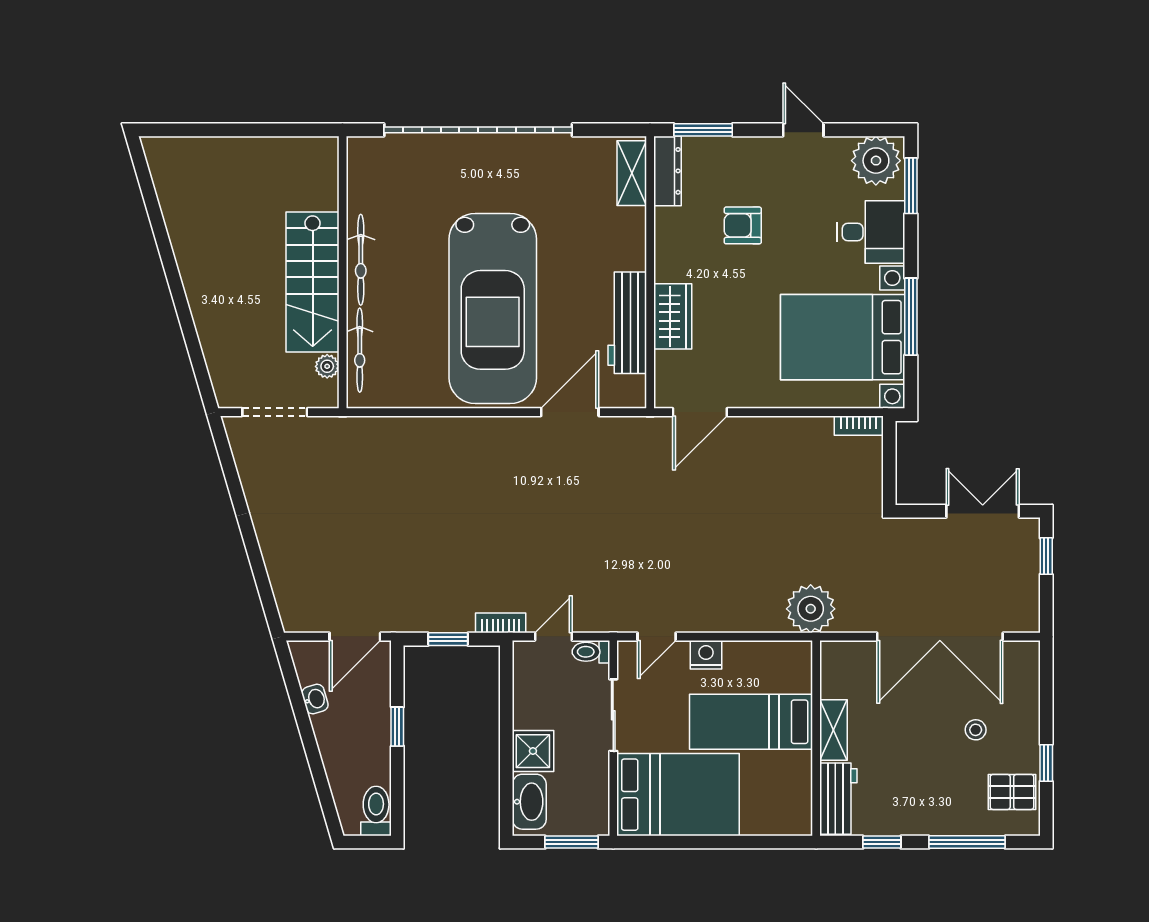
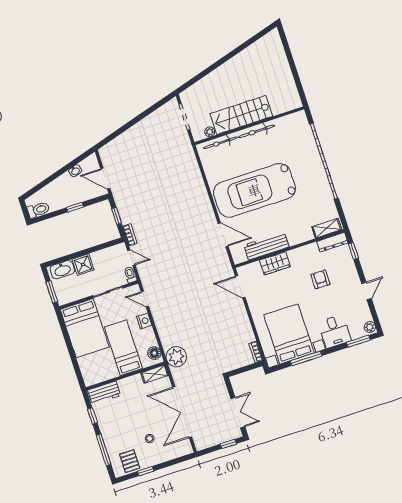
window: (703, 130) -> (353, 251), width x0.67
plant: (876, 161) -> (370, 327), width x0.53, depth x0.53
floor lamp: (786, 656) -> (154, 353), added
shelving: (834, 730) -> (155, 374), moved

